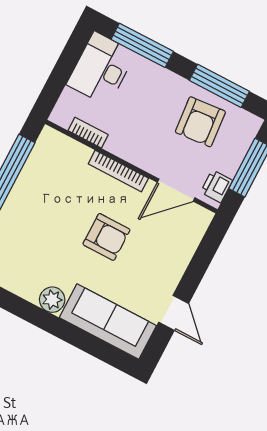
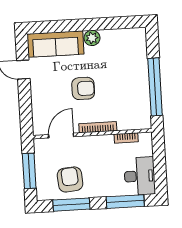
printer: (217, 186) -> (41, 150), removed
armchair: (106, 237) -> (83, 88), turned 180

